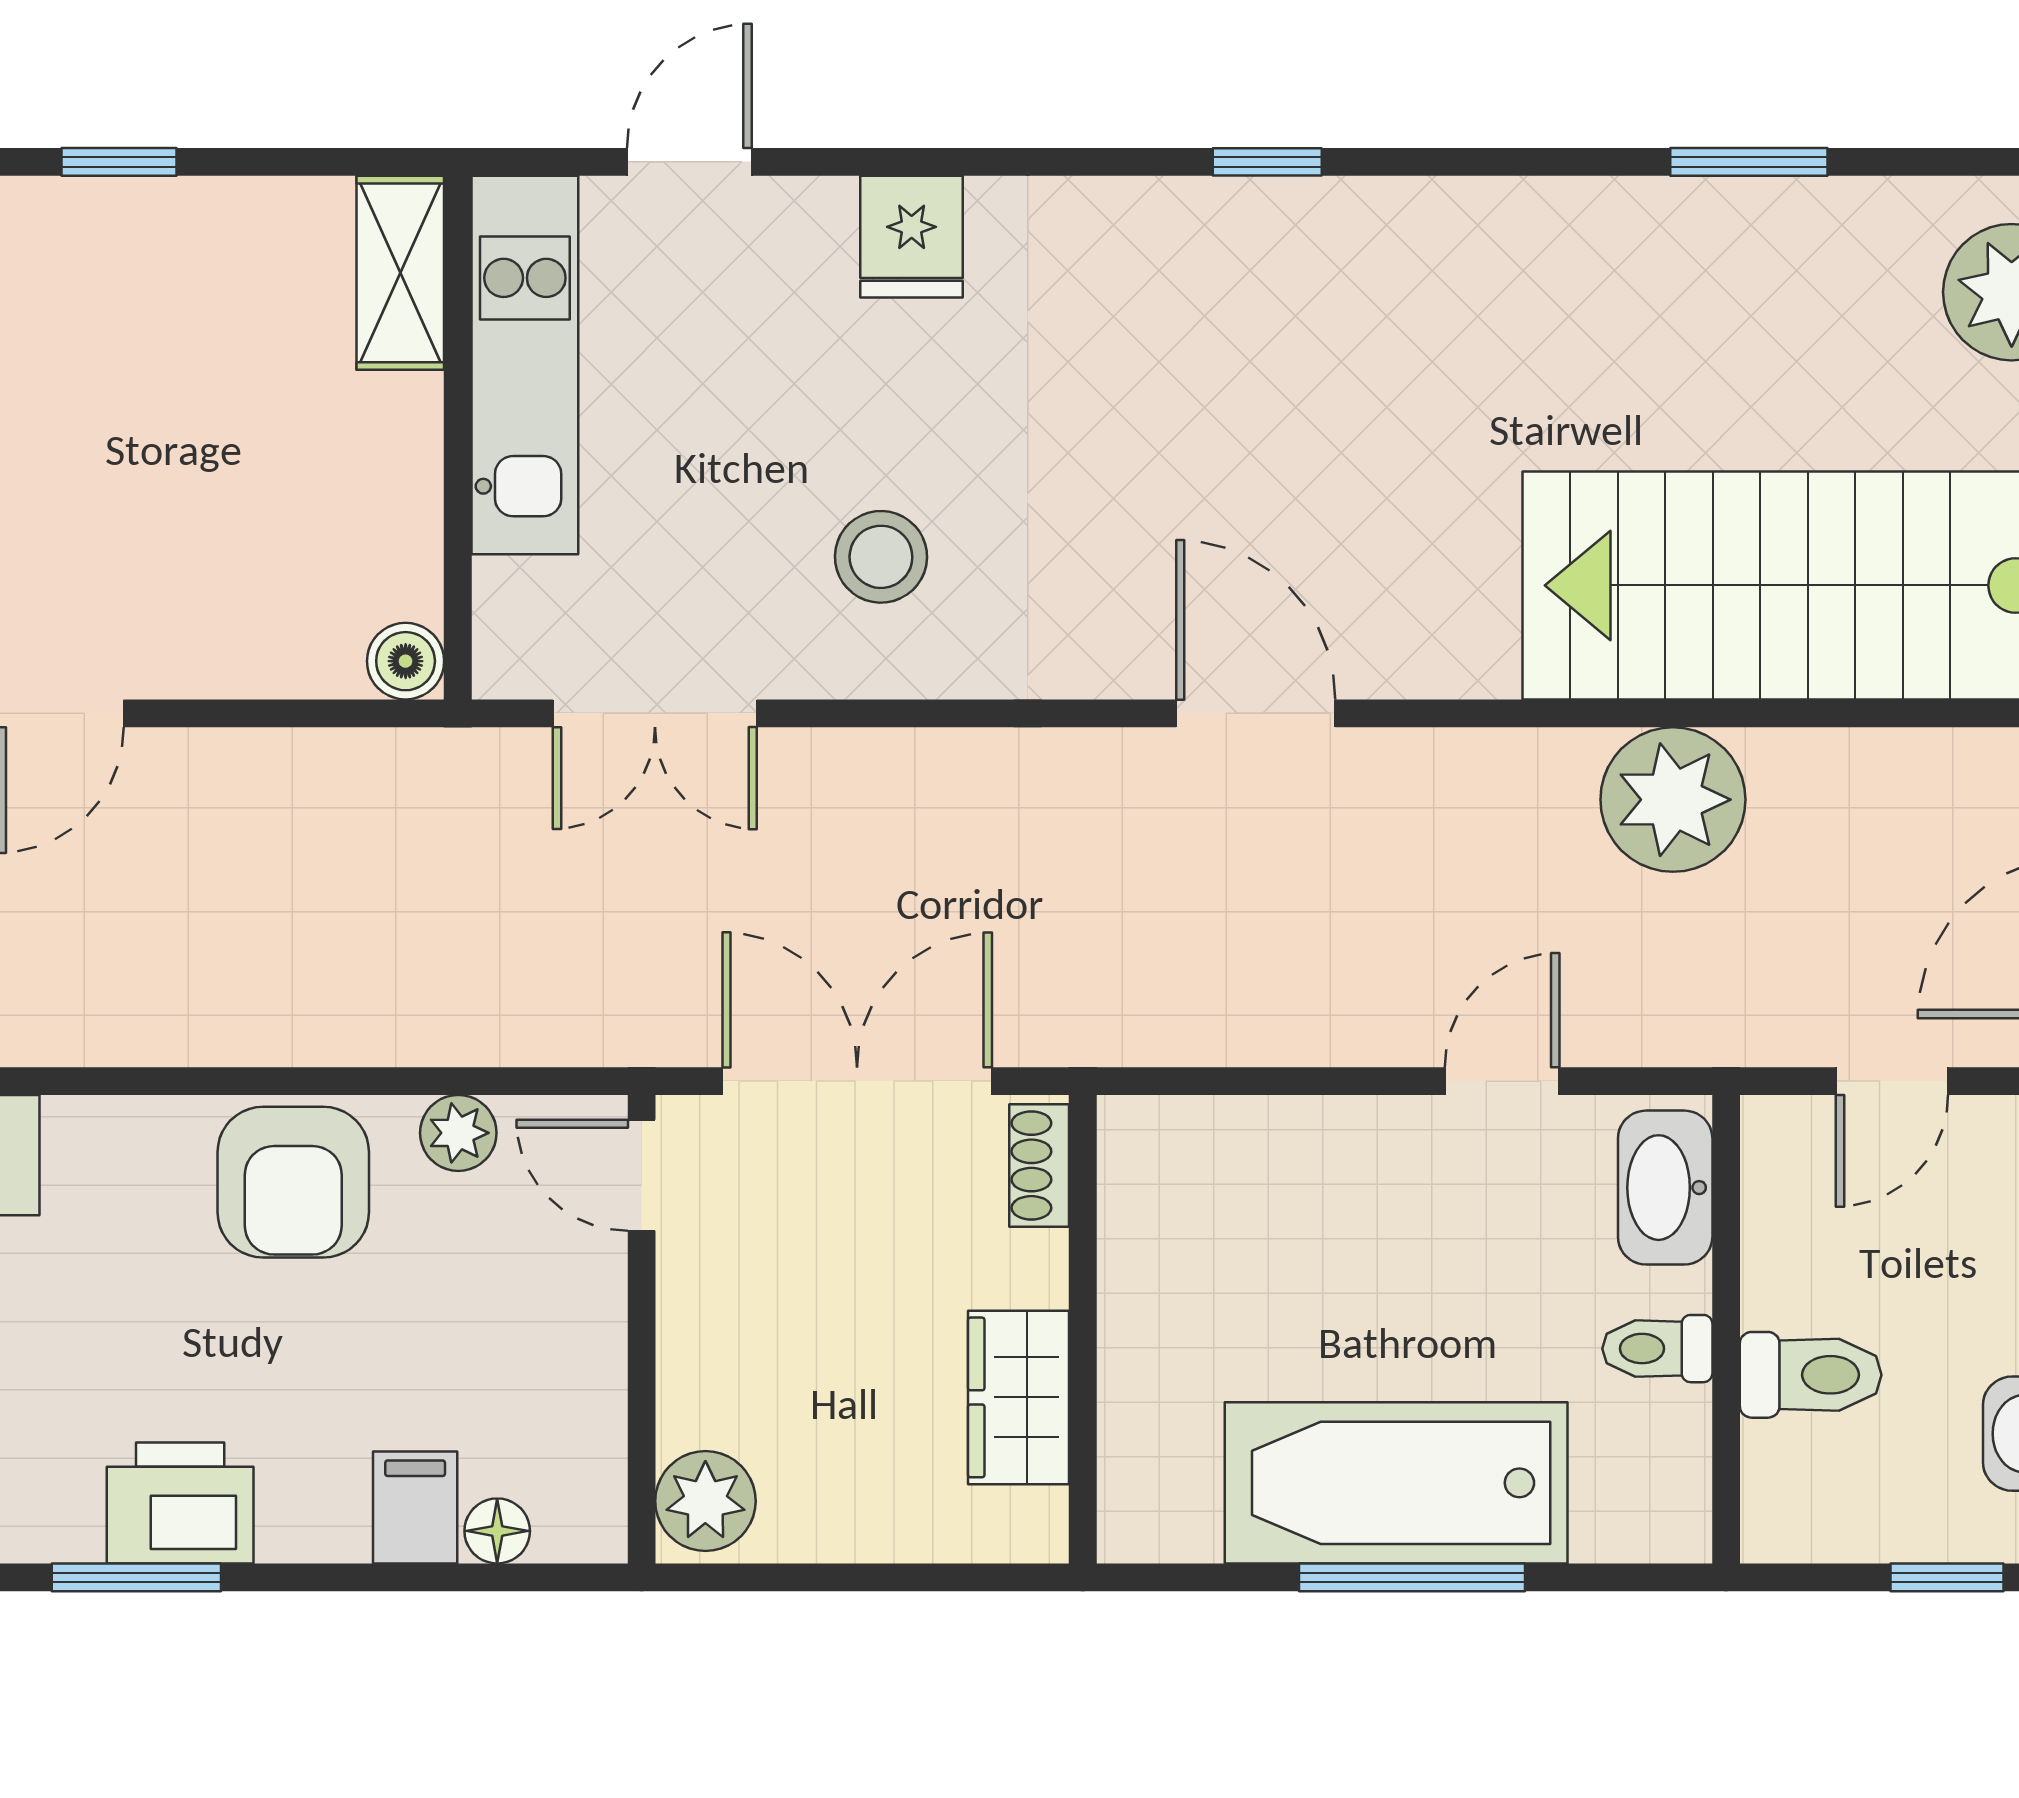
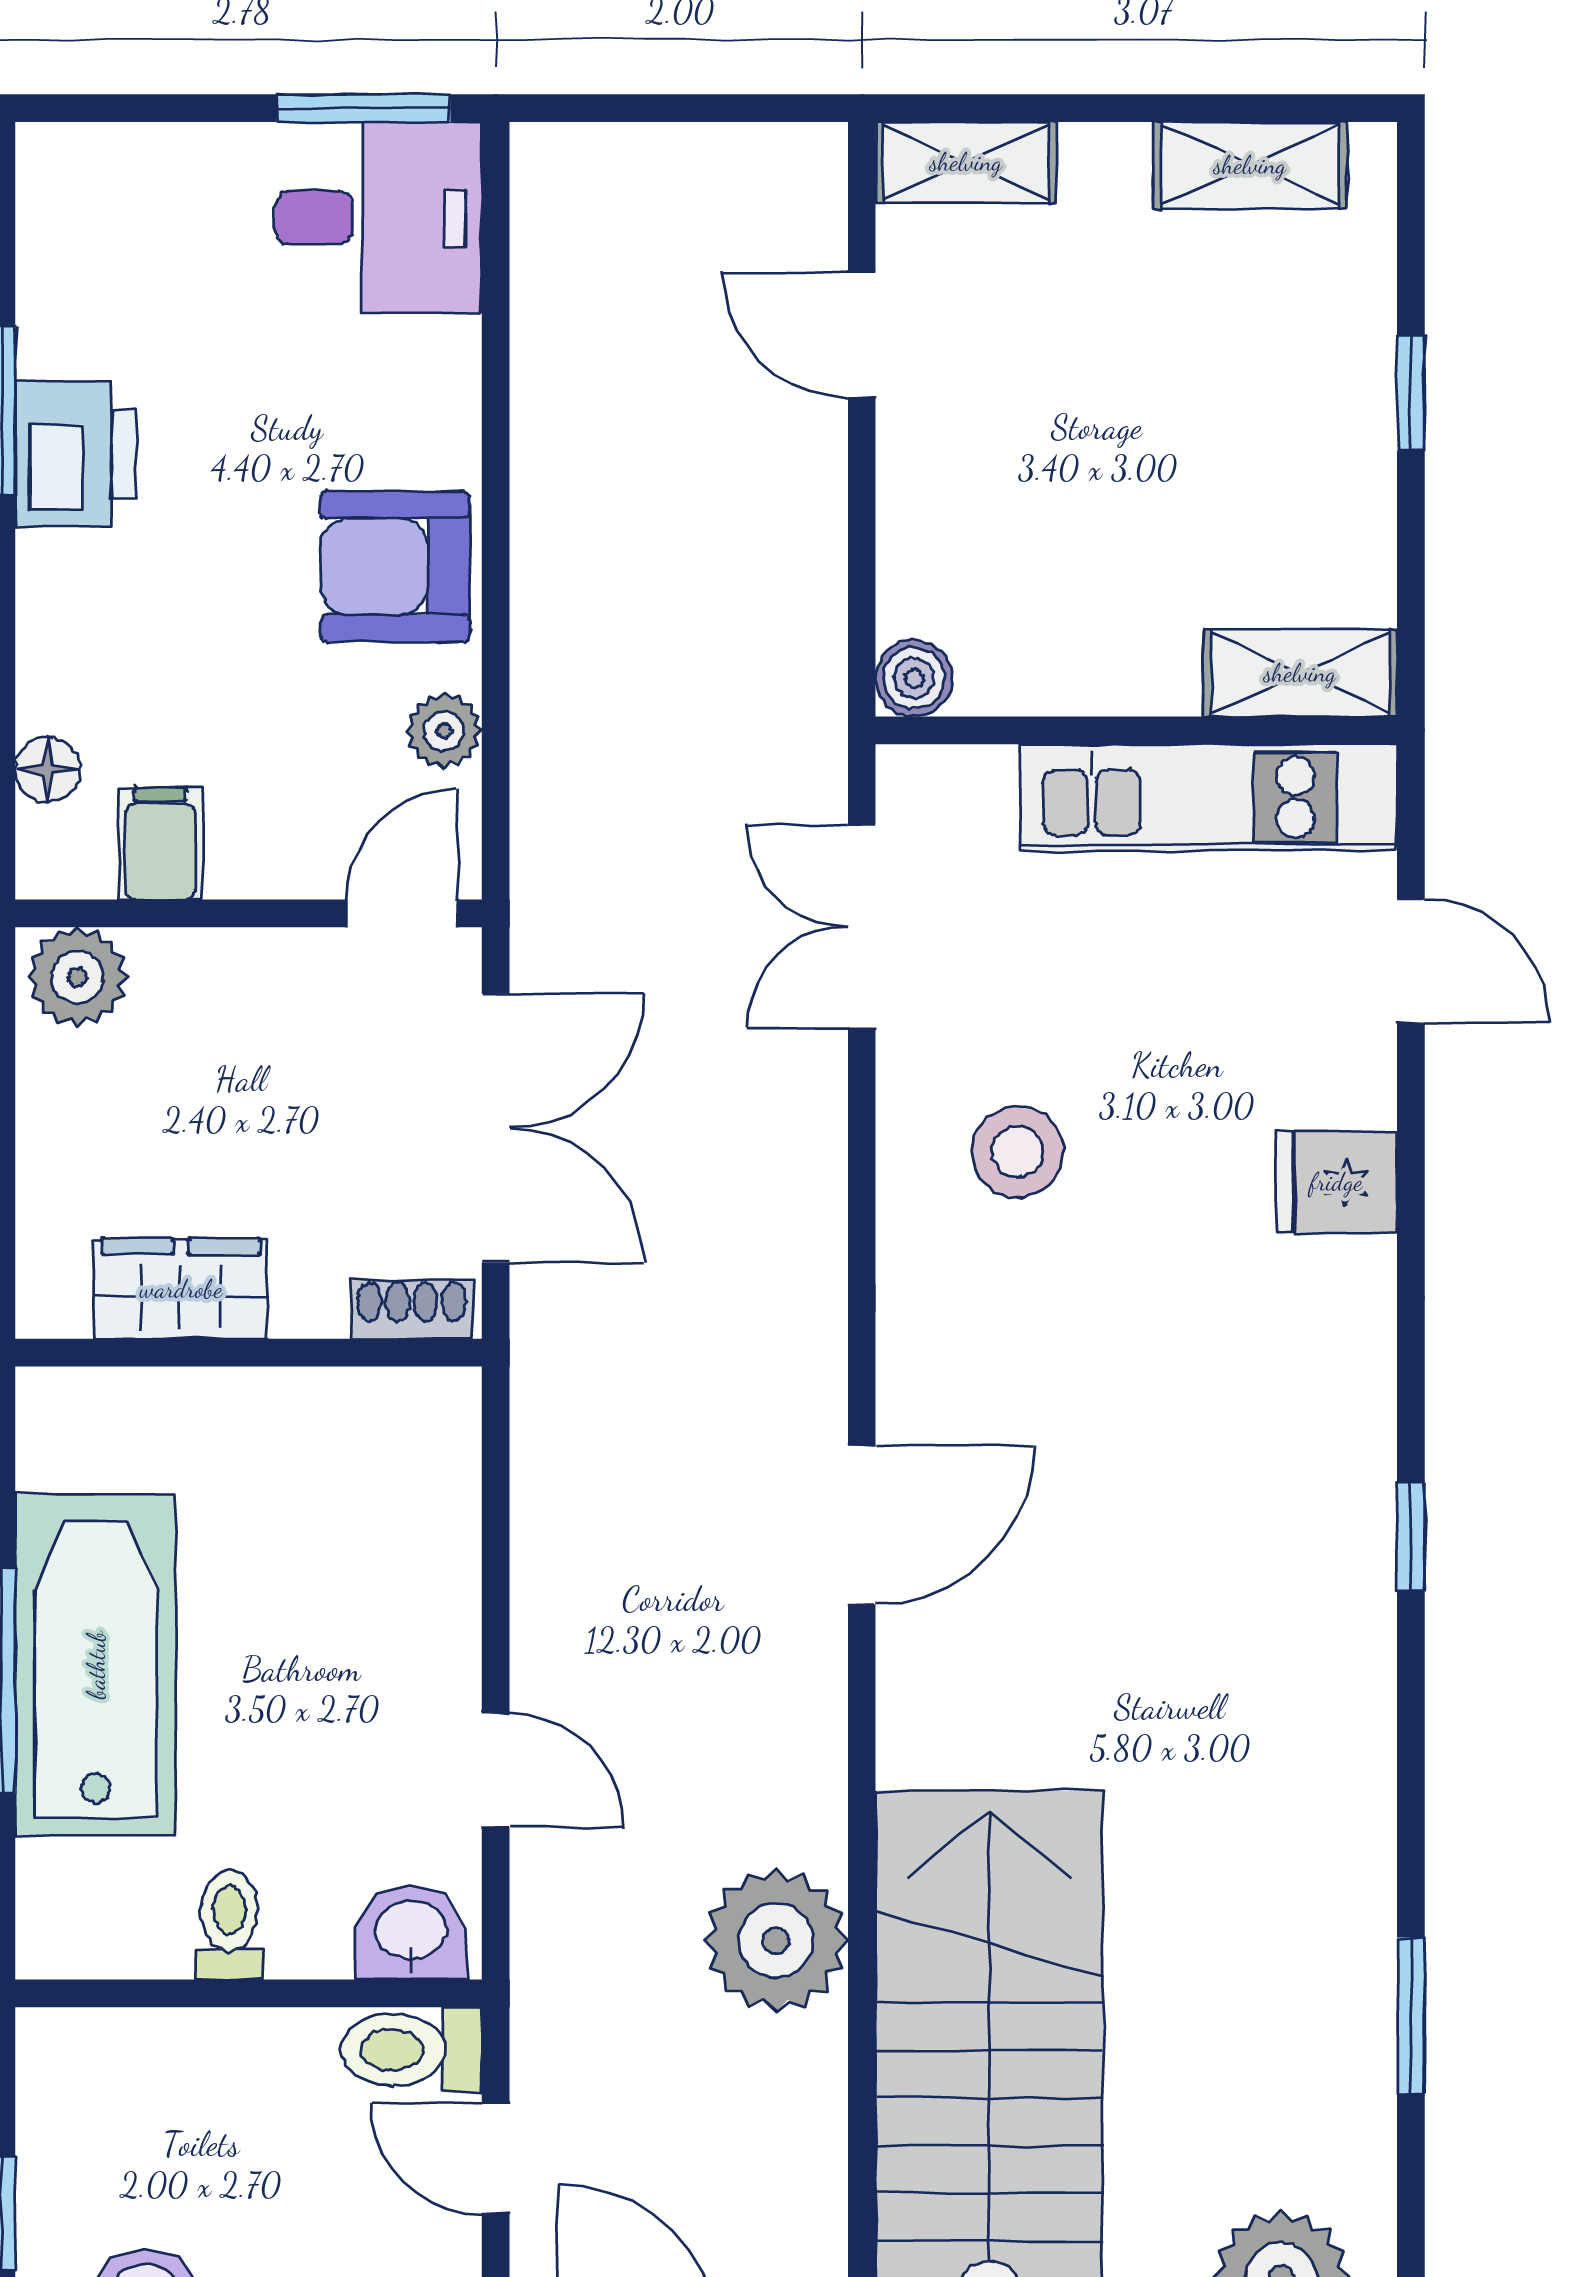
washbasin: (1665, 1188) -> (411, 1933), width x0.72
toilet: (1811, 1375) -> (412, 2050), moved, turned 90
filing cabinet: (415, 1507) -> (160, 844), moved, turned -90

